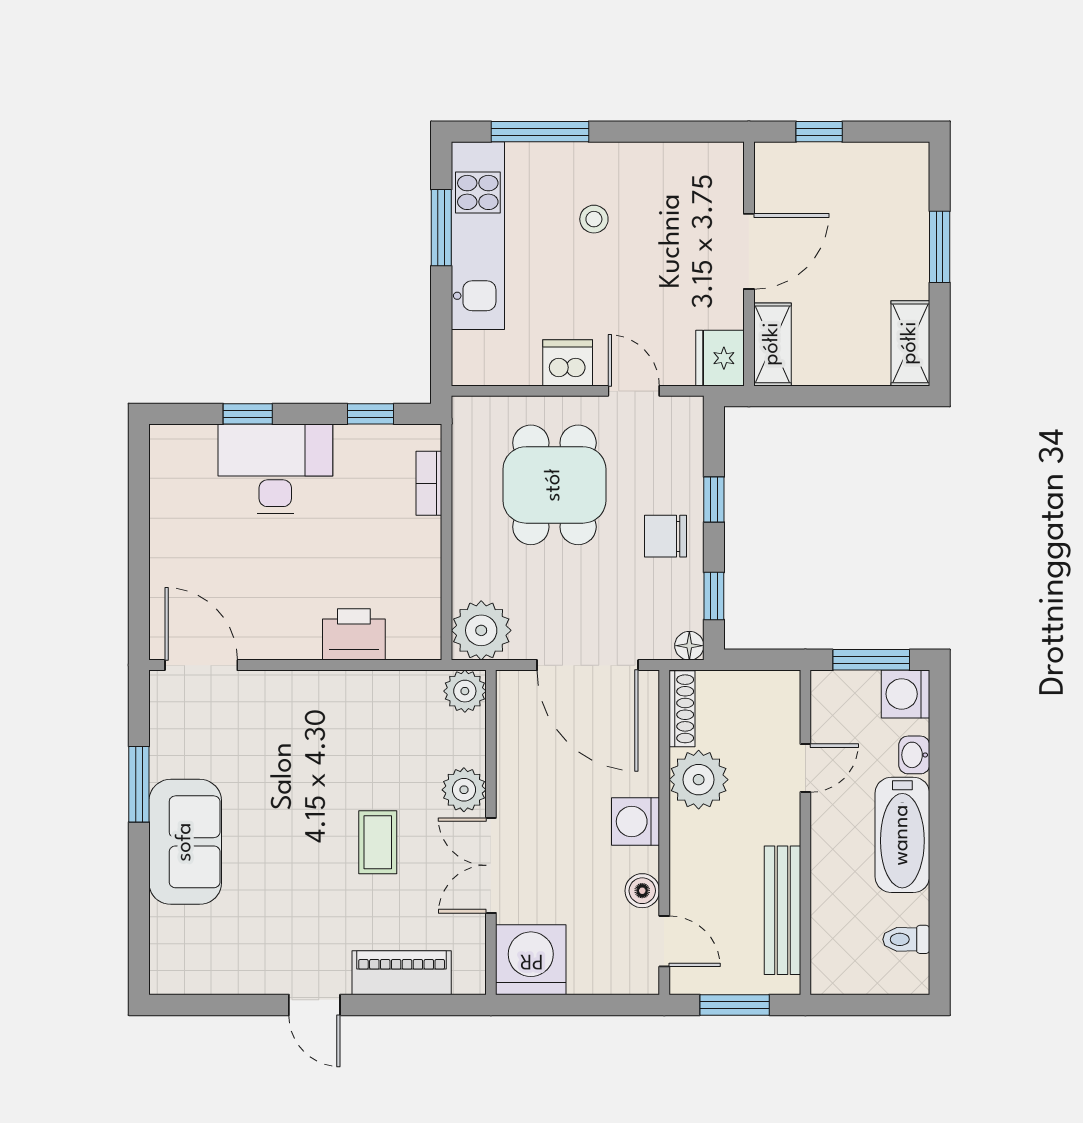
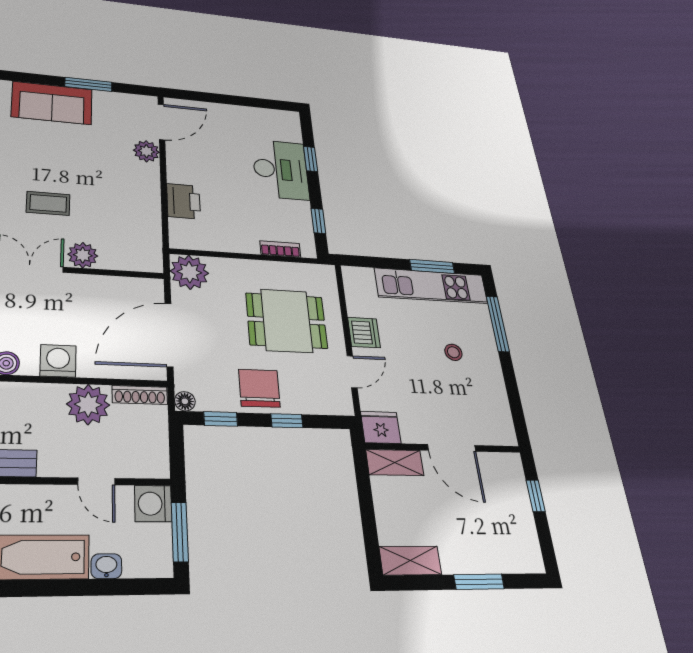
chair: (666, 536) -> (259, 388), width x1.37, depth x1.37
plant: (465, 691) -> (146, 151), moved
washing machine: (905, 694) -> (153, 504), moved, turned -90

